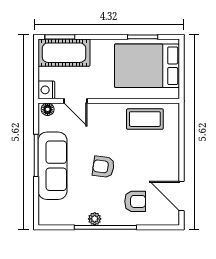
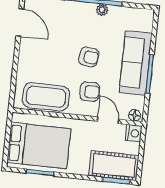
coffee table: (145, 119) -> (46, 97), width x1.36, depth x1.32
armchair: (135, 201) -> (90, 92), moved, turned 180

